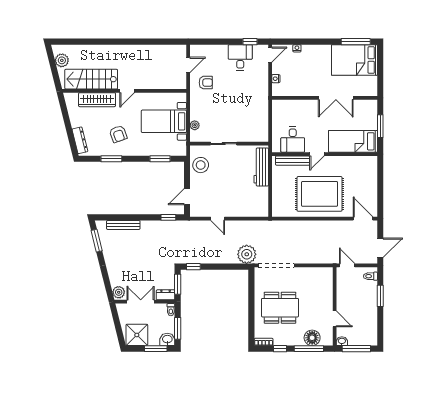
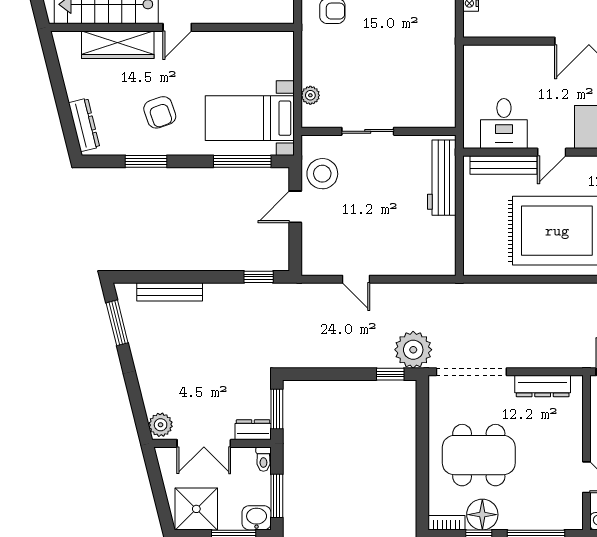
bed with nightstands: (164, 121) -> (250, 118), moved
window: (160, 159) -> (242, 161), width x1.44
door: (187, 197) -> (295, 207), moved
window: (193, 267) -> (390, 374), moved
dresser: (312, 273) -> (543, 386), added
double door: (141, 302) -> (204, 443), swing flipped
floor lamp: (312, 338) -> (482, 515), moved

